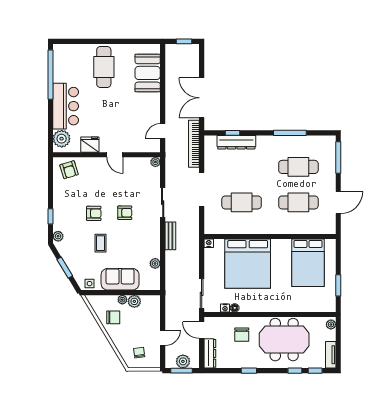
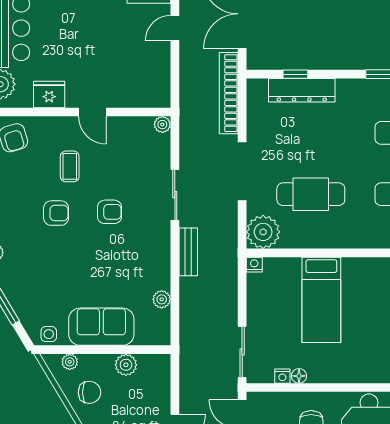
door: (163, 131) -> (175, 28), moved
plant: (214, 224) -> (263, 232), added
coffee table: (101, 243) -> (70, 166), moved
bed: (248, 264) -> (321, 300), width x0.49
plant: (122, 300) -> (70, 362), moved

